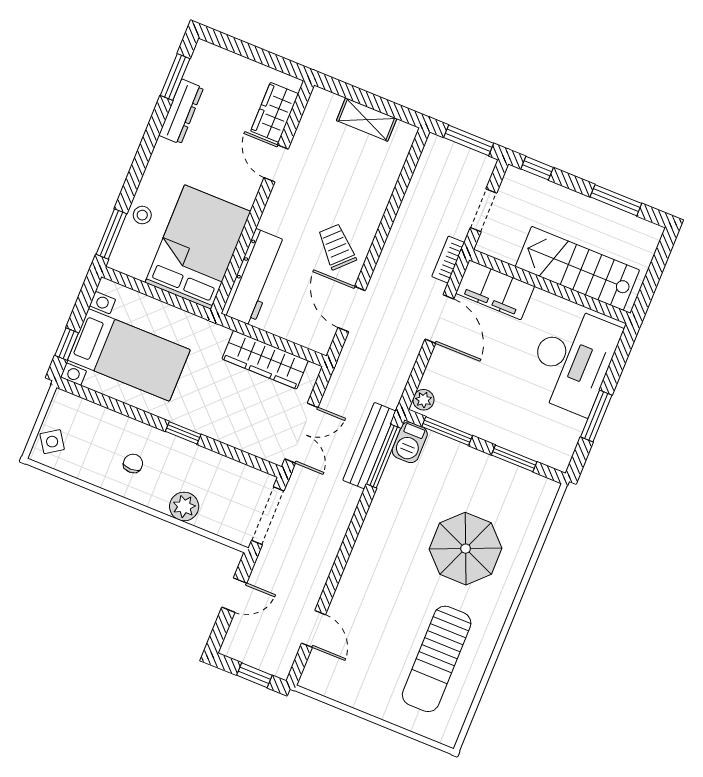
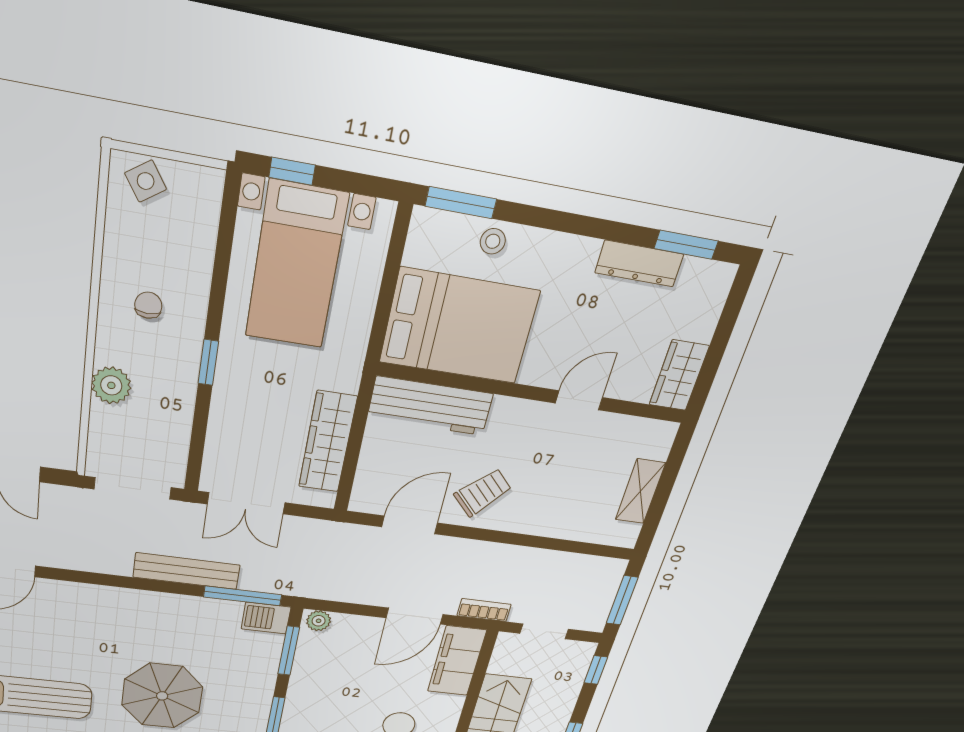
wardrobe: (275, 112) -> (679, 375), moved, turned -90
bench: (369, 446) -> (187, 571), moved
chair: (133, 463) -> (148, 305), turned -90

